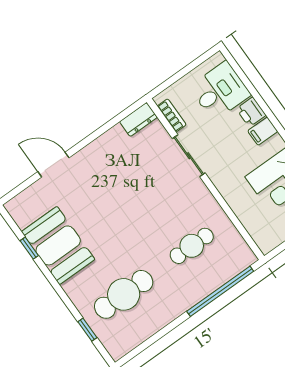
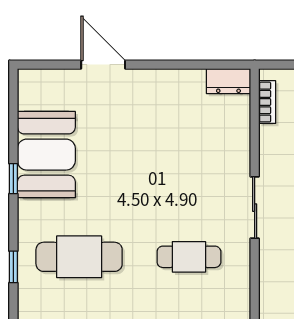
sliding door: (189, 156) -> (255, 208), moved
window: (29, 248) -> (13, 179), moved

